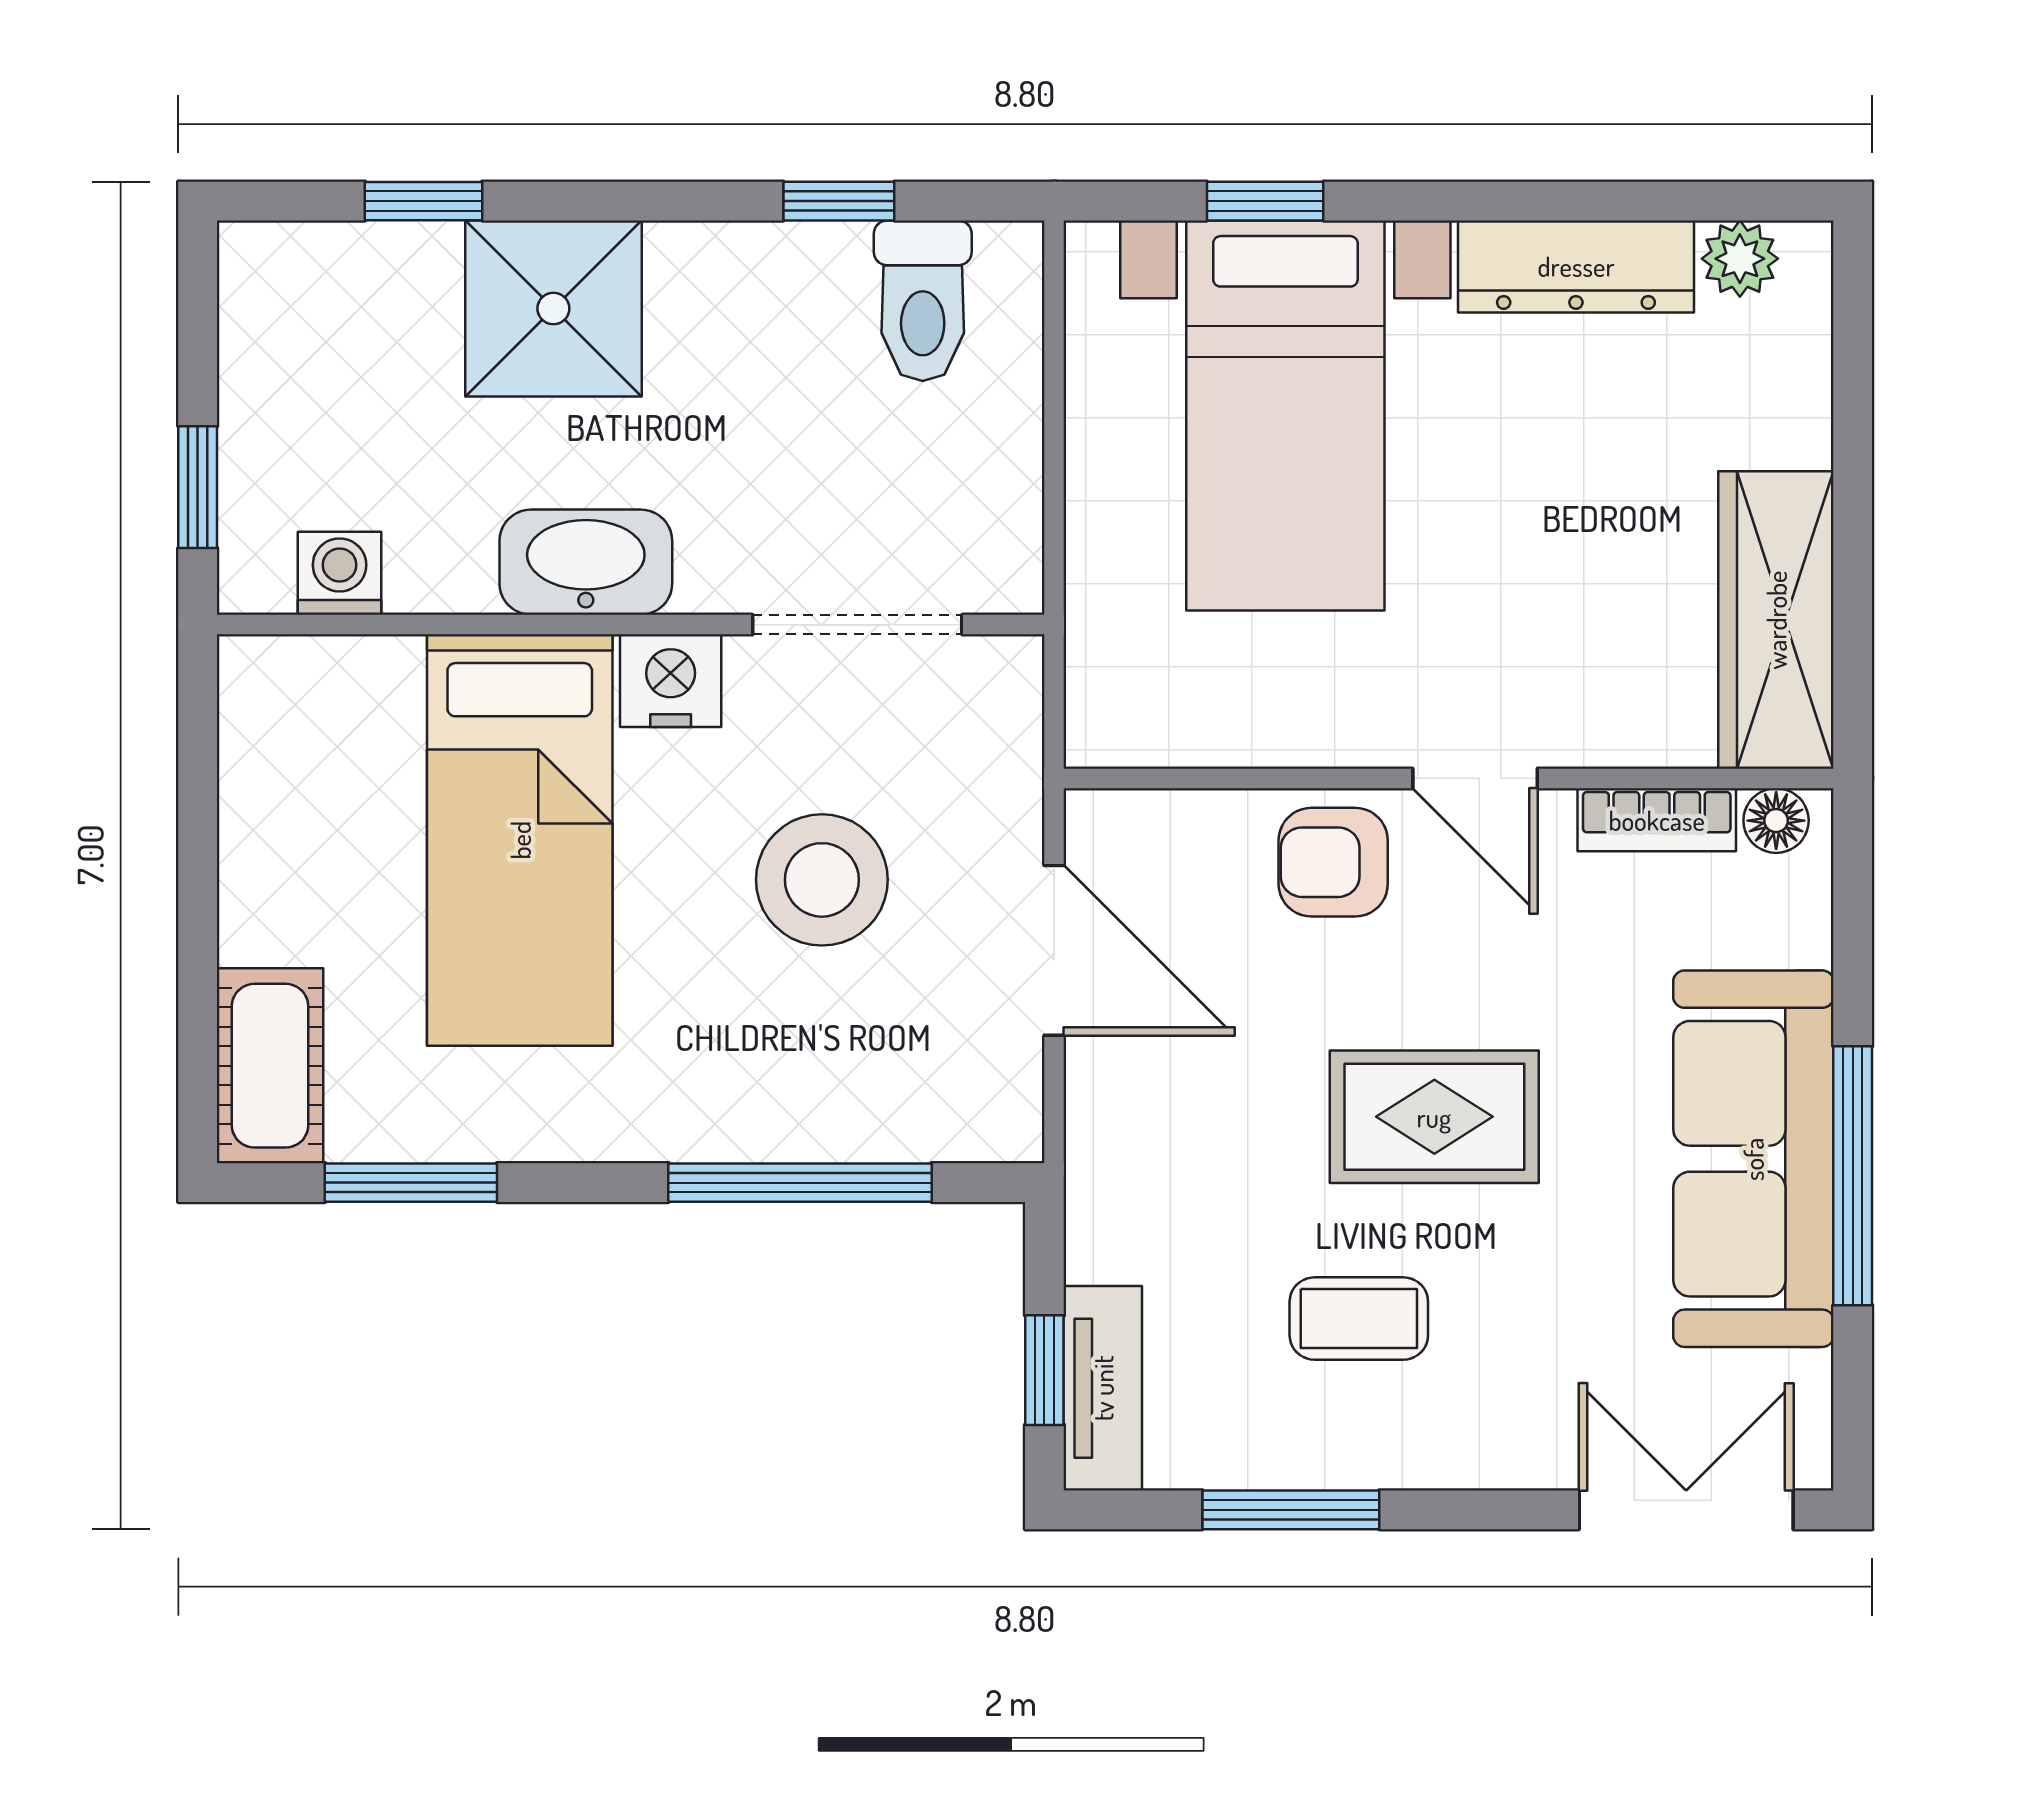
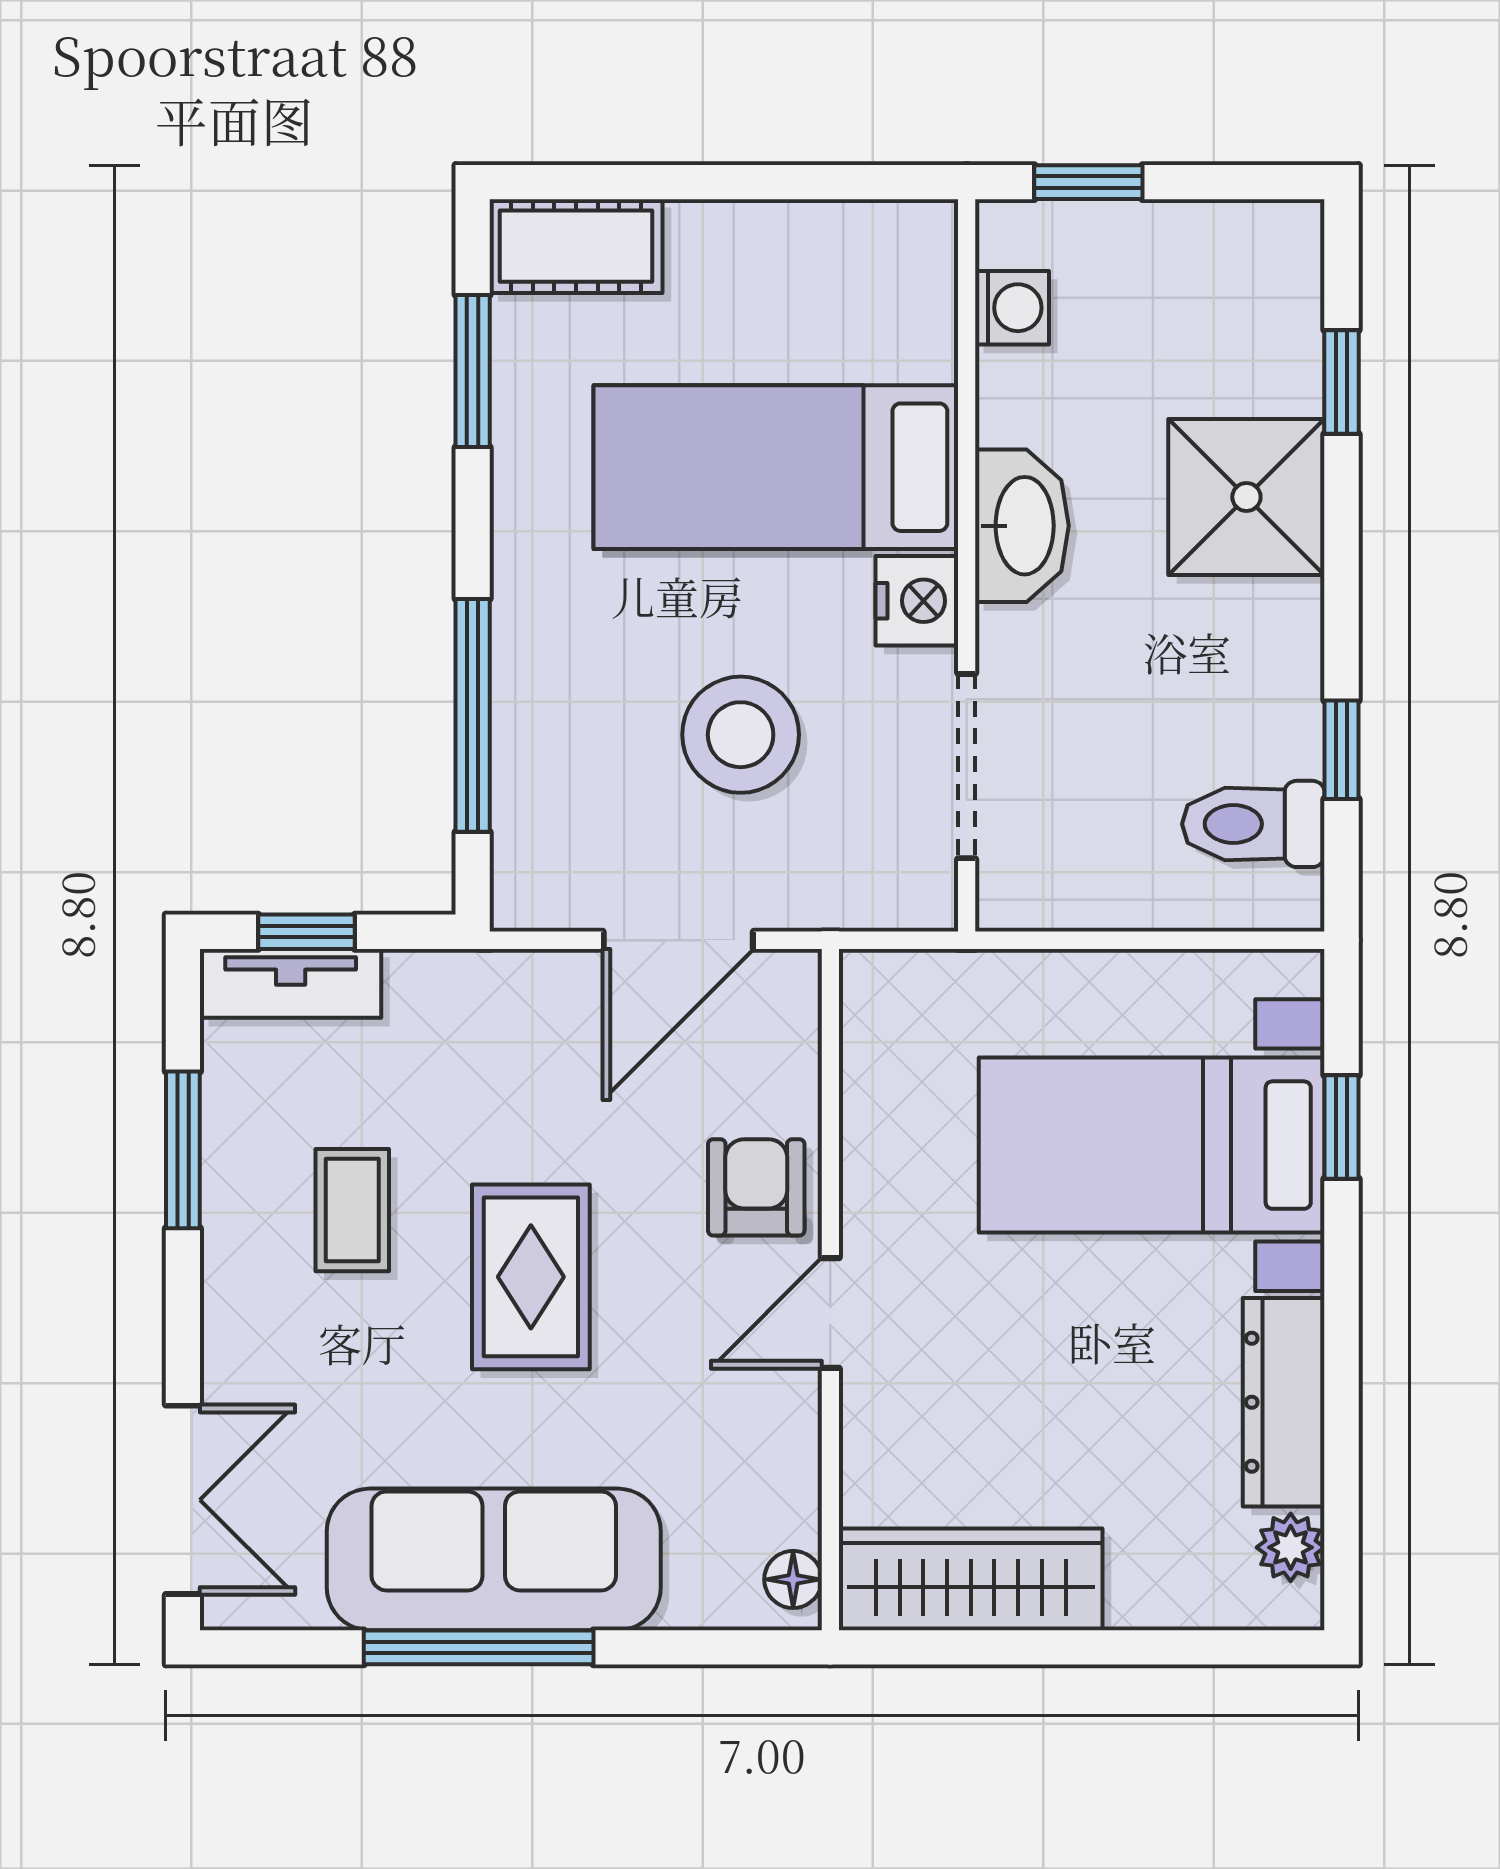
bookcase: (1657, 820) -> (794, 1474), removed

